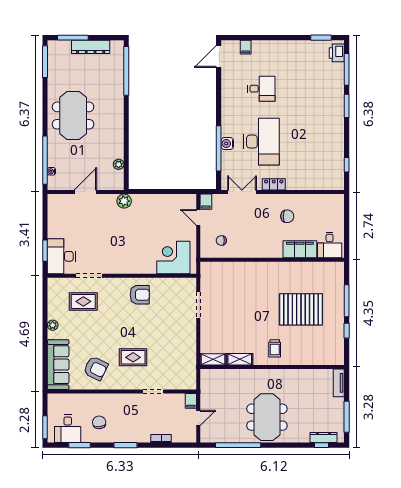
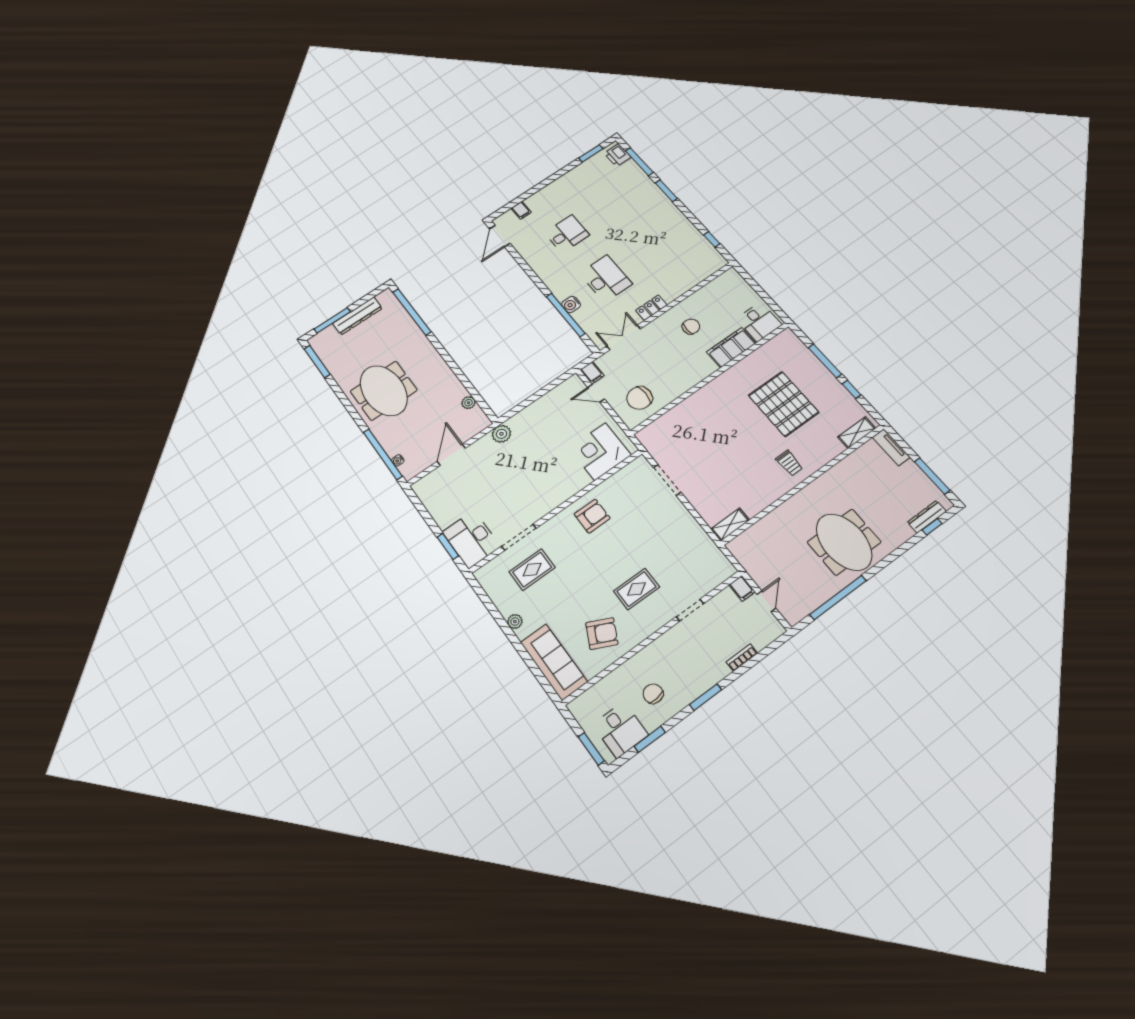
desk: (261, 142) -> (606, 279), width x0.73, depth x0.77
chair: (221, 240) -> (639, 398), width x1.87, depth x1.87
pallet: (301, 309) -> (784, 404), turned 90
shelving: (240, 359) -> (857, 433), moved

